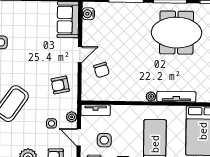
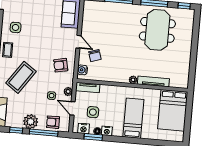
water cooler: (88, 14) -> (82, 70), moved
meeting table: (176, 33) -> (157, 30), turned 90
door: (80, 54) -> (78, 42), hinge flipped

